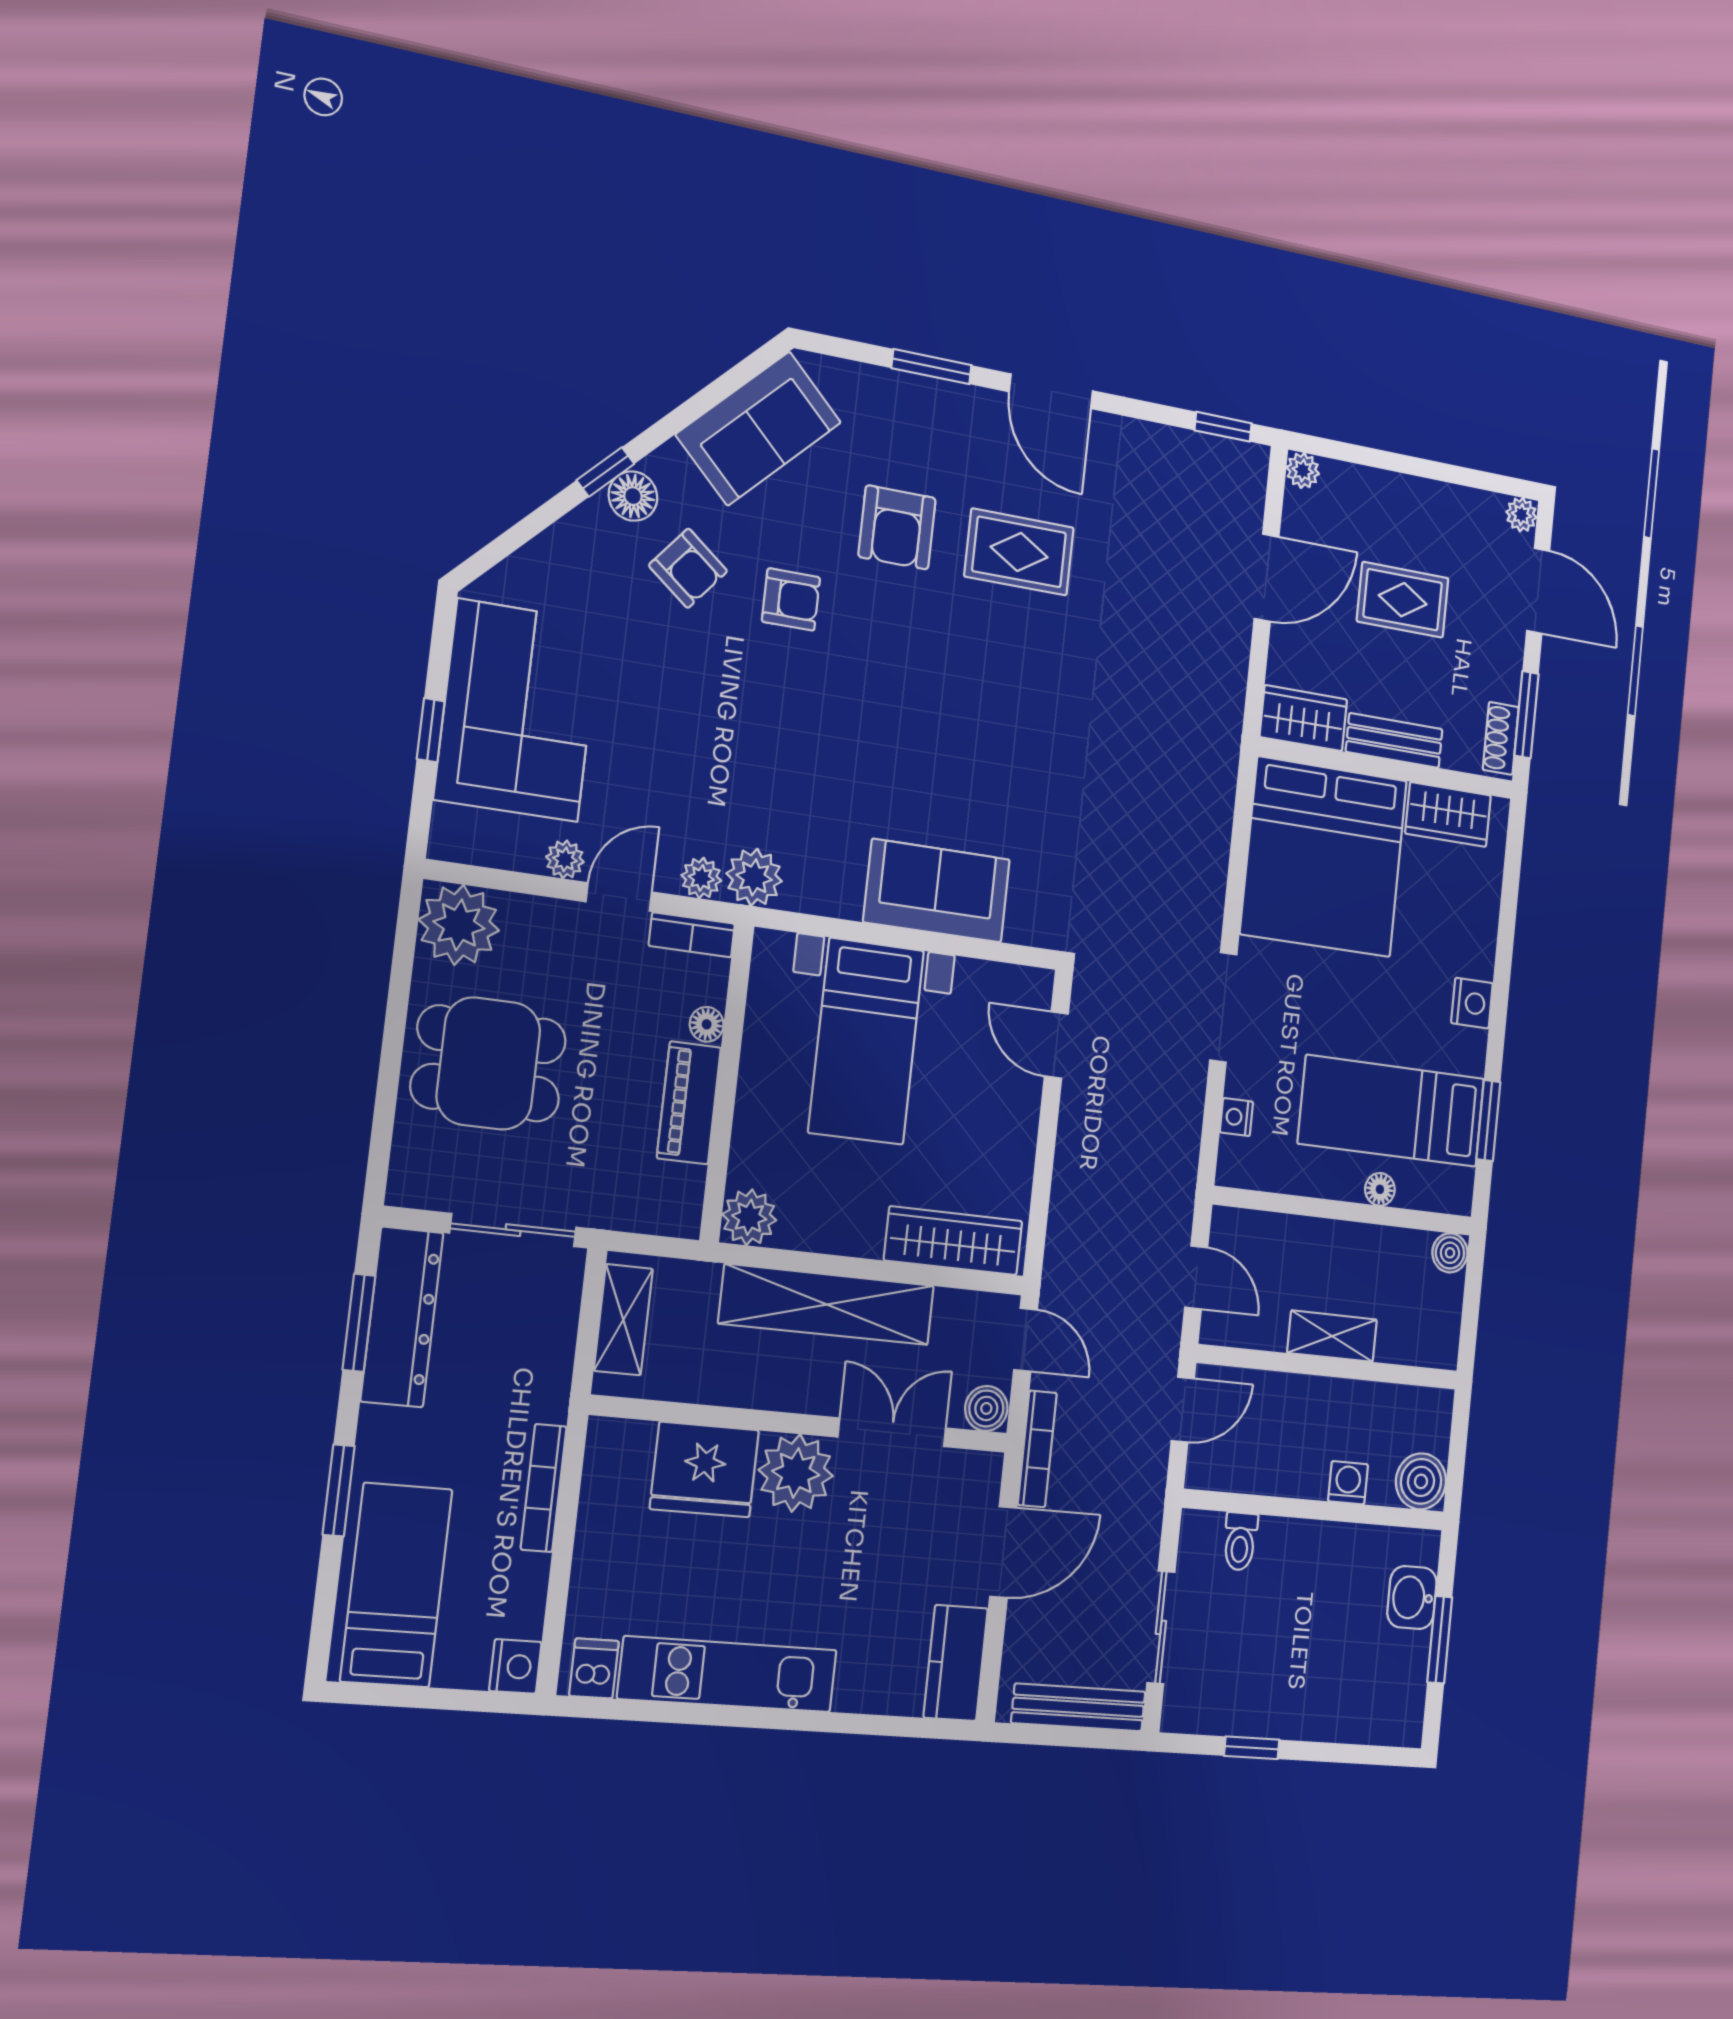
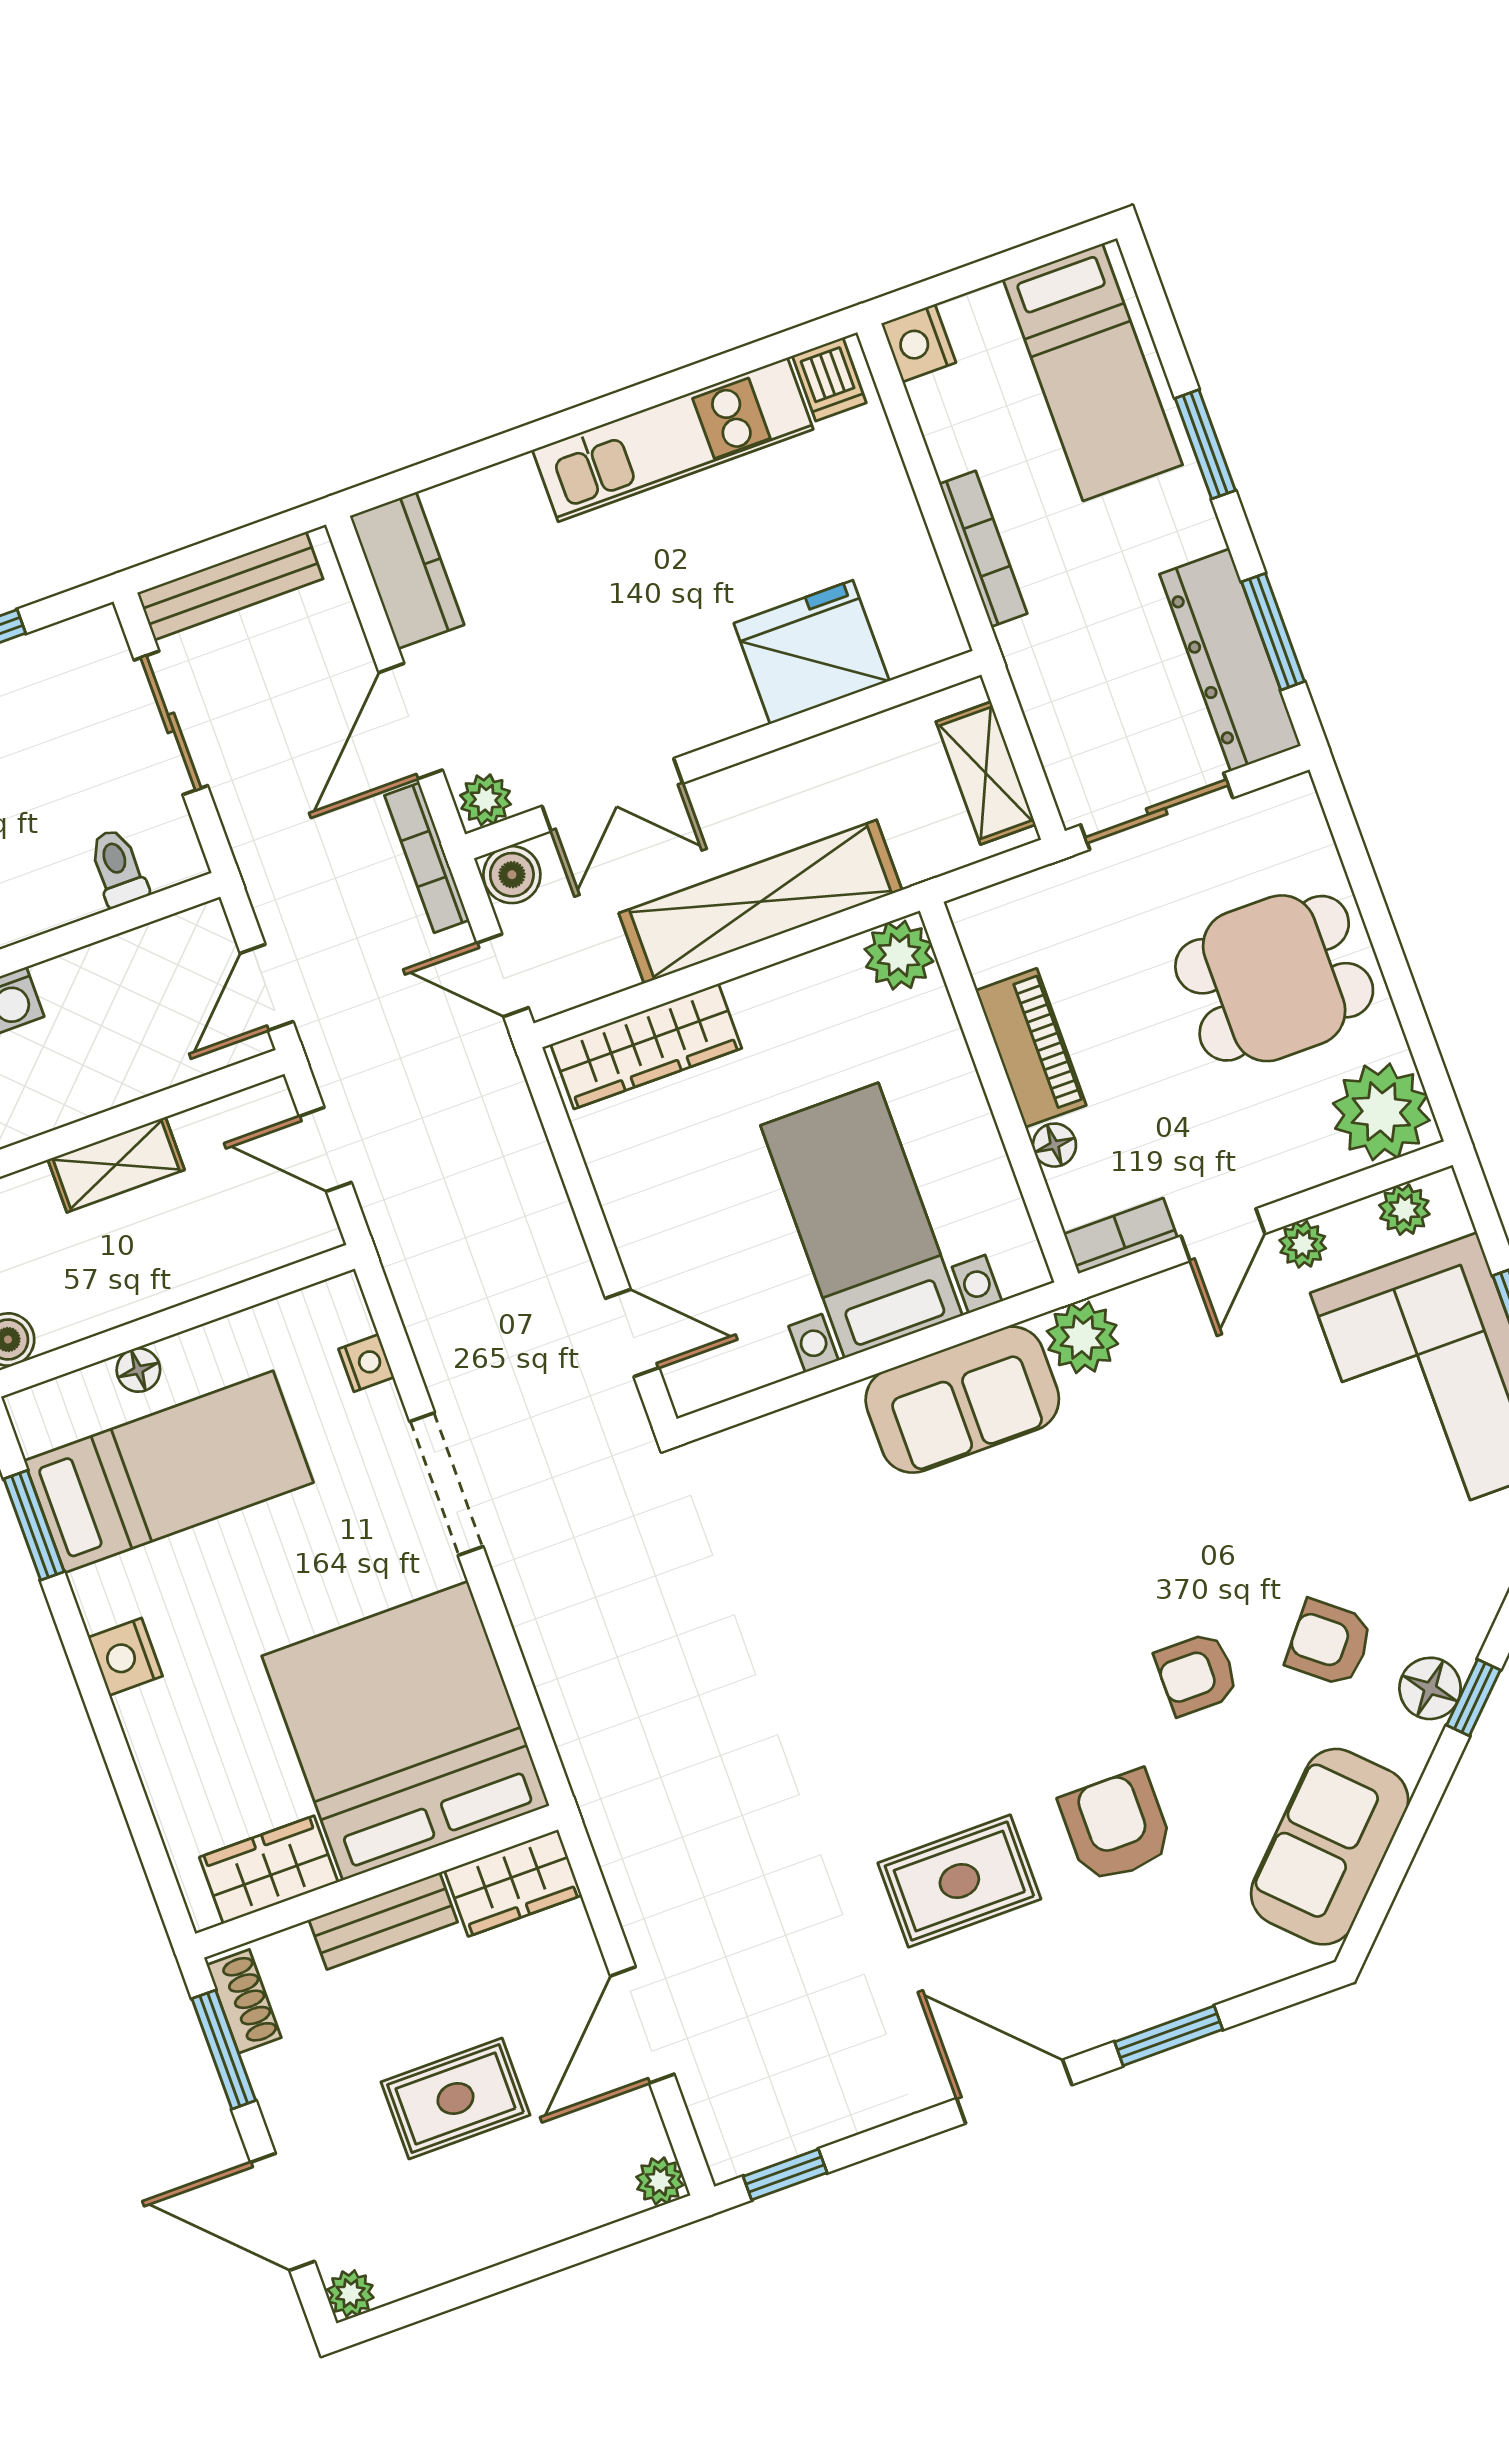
plant: (701, 878) -> (1404, 1210), moved
sofa: (937, 891) -> (962, 1400), moved
plant: (796, 1473) -> (486, 800), moved, width x0.53, depth x0.53

